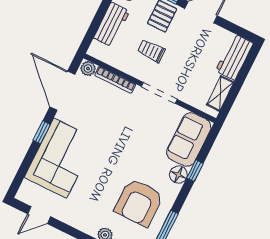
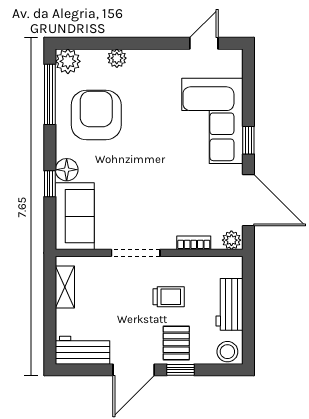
workbench: (234, 57) -> (83, 350), moved, turned -90
bookcase: (115, 80) -> (194, 243), width x0.64

